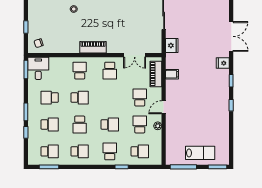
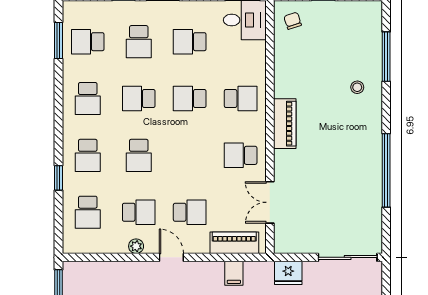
school desk: (50, 98) -> (190, 42), turned -90
school desk: (80, 98) -> (190, 99), turned 90
school desk: (50, 151) -> (88, 42), turned 90
school desk: (110, 151) -> (88, 155), turned 90

